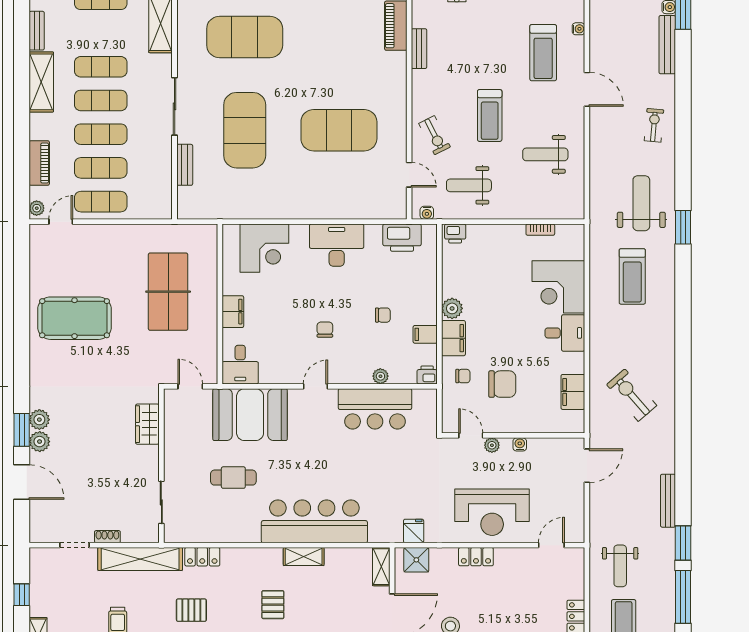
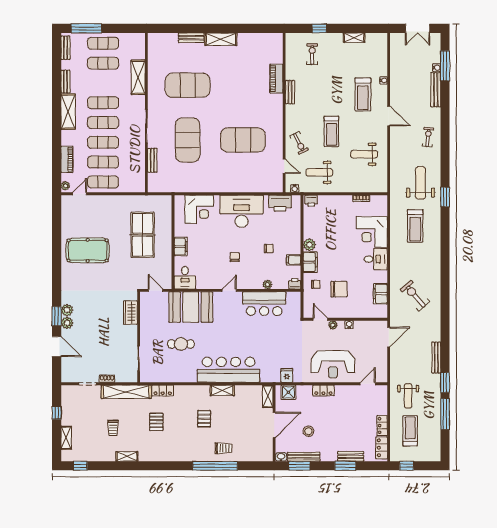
desk: (337, 245) -> (242, 211), width x1.36, depth x1.30
pallet: (191, 610) -> (156, 422), turned 90

